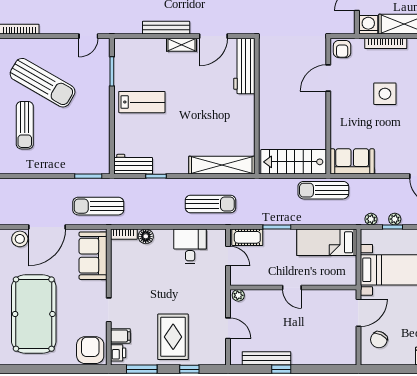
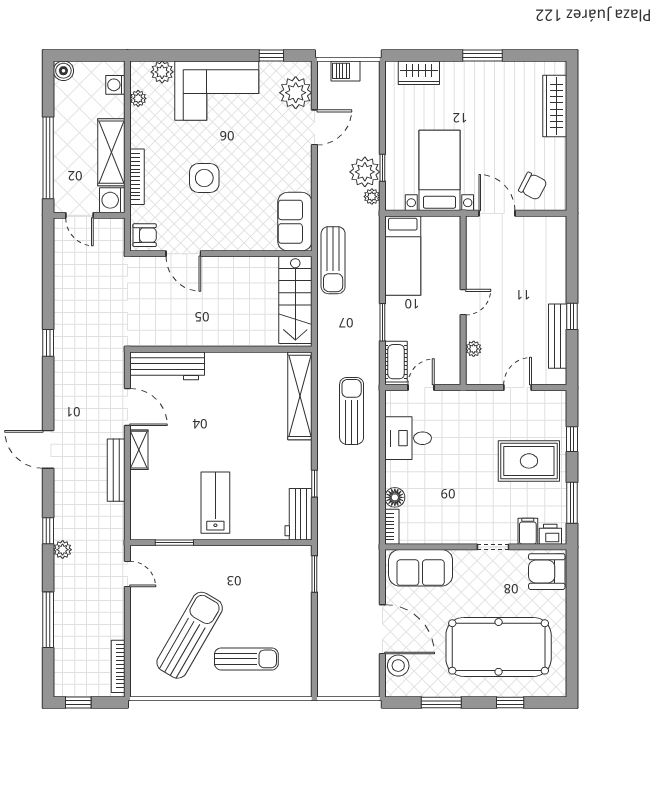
sun lounger: (98, 206) -> (354, 561), removed
plant: (395, 219) -> (365, 172), width x1.88, depth x1.88
plant: (238, 295) -> (474, 349), moved

